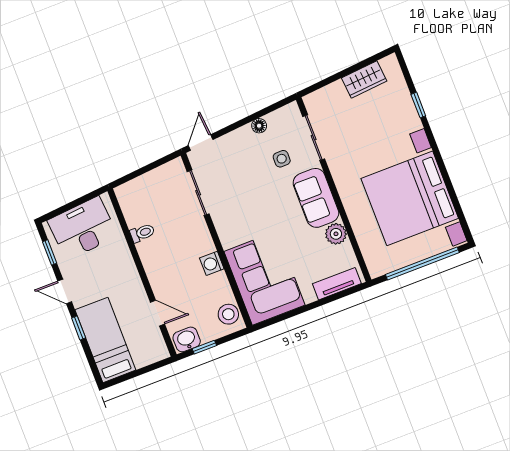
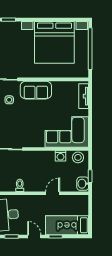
plant: (336, 234) -> (58, 87), removed
washing machine: (212, 263) -> (61, 156), moved
door: (65, 291) -> (34, 236), swing flipped
door: (158, 313) -> (53, 193), moved

